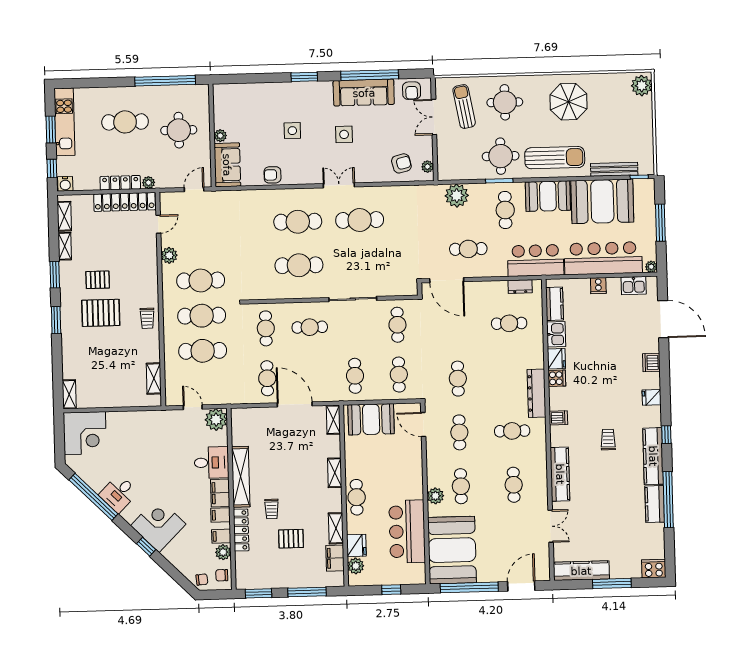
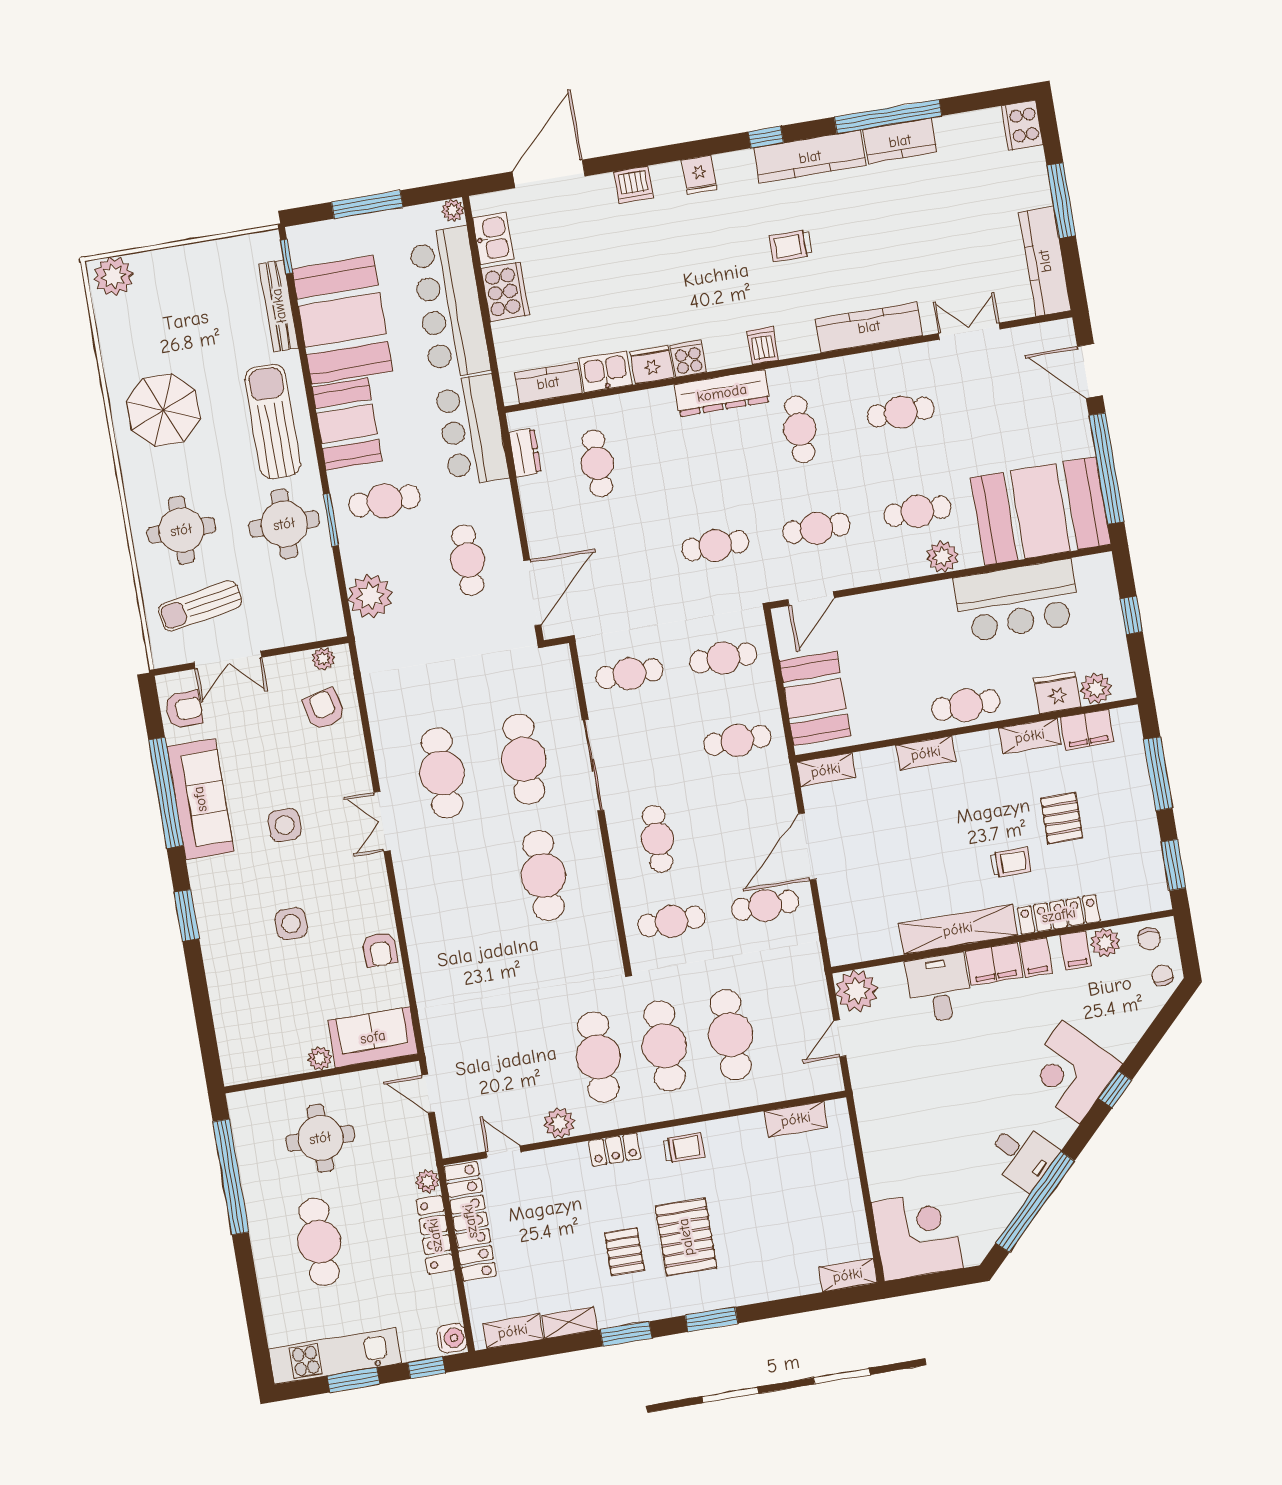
cafe table: (298, 222) -> (524, 759), moved
locker: (151, 282) -> (615, 1150), added
cooker: (598, 286) -> (505, 292), width x1.87, depth x1.31

